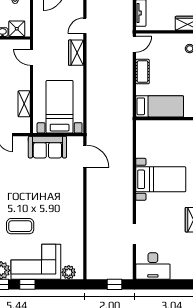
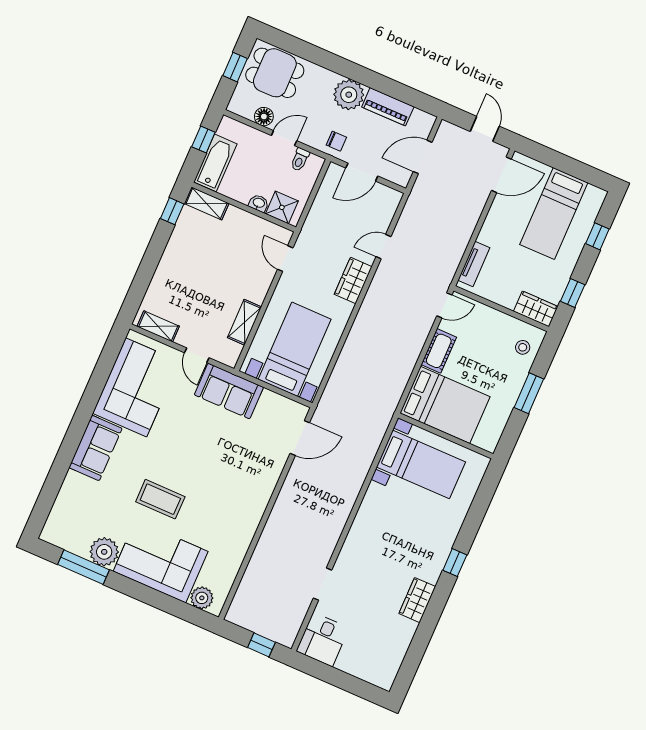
bed: (160, 106) -> (445, 405), width x1.50
sofa: (47, 147) -> (229, 391), moved
door: (85, 156) -> (300, 438), hinge flipped
bed with nightstands: (161, 179) -> (421, 464), moved
desk: (153, 266) -> (323, 640), width x0.73
window: (27, 284) -> (134, 589), removed

